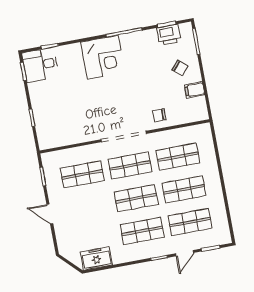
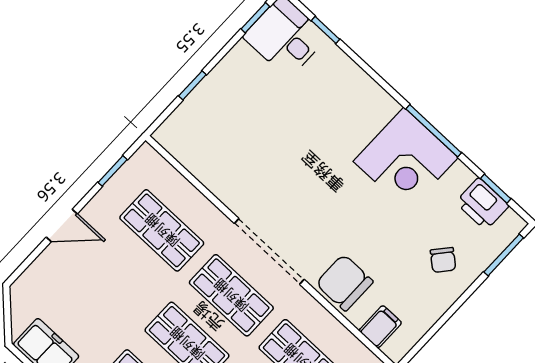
corner desk: (103, 57) -> (406, 159), moved
filing cabinet: (195, 90) -> (380, 327), moved, turned 90
chair: (159, 115) -> (344, 283), width x1.87, depth x1.87
door: (50, 214) -> (62, 225), swing flipped

